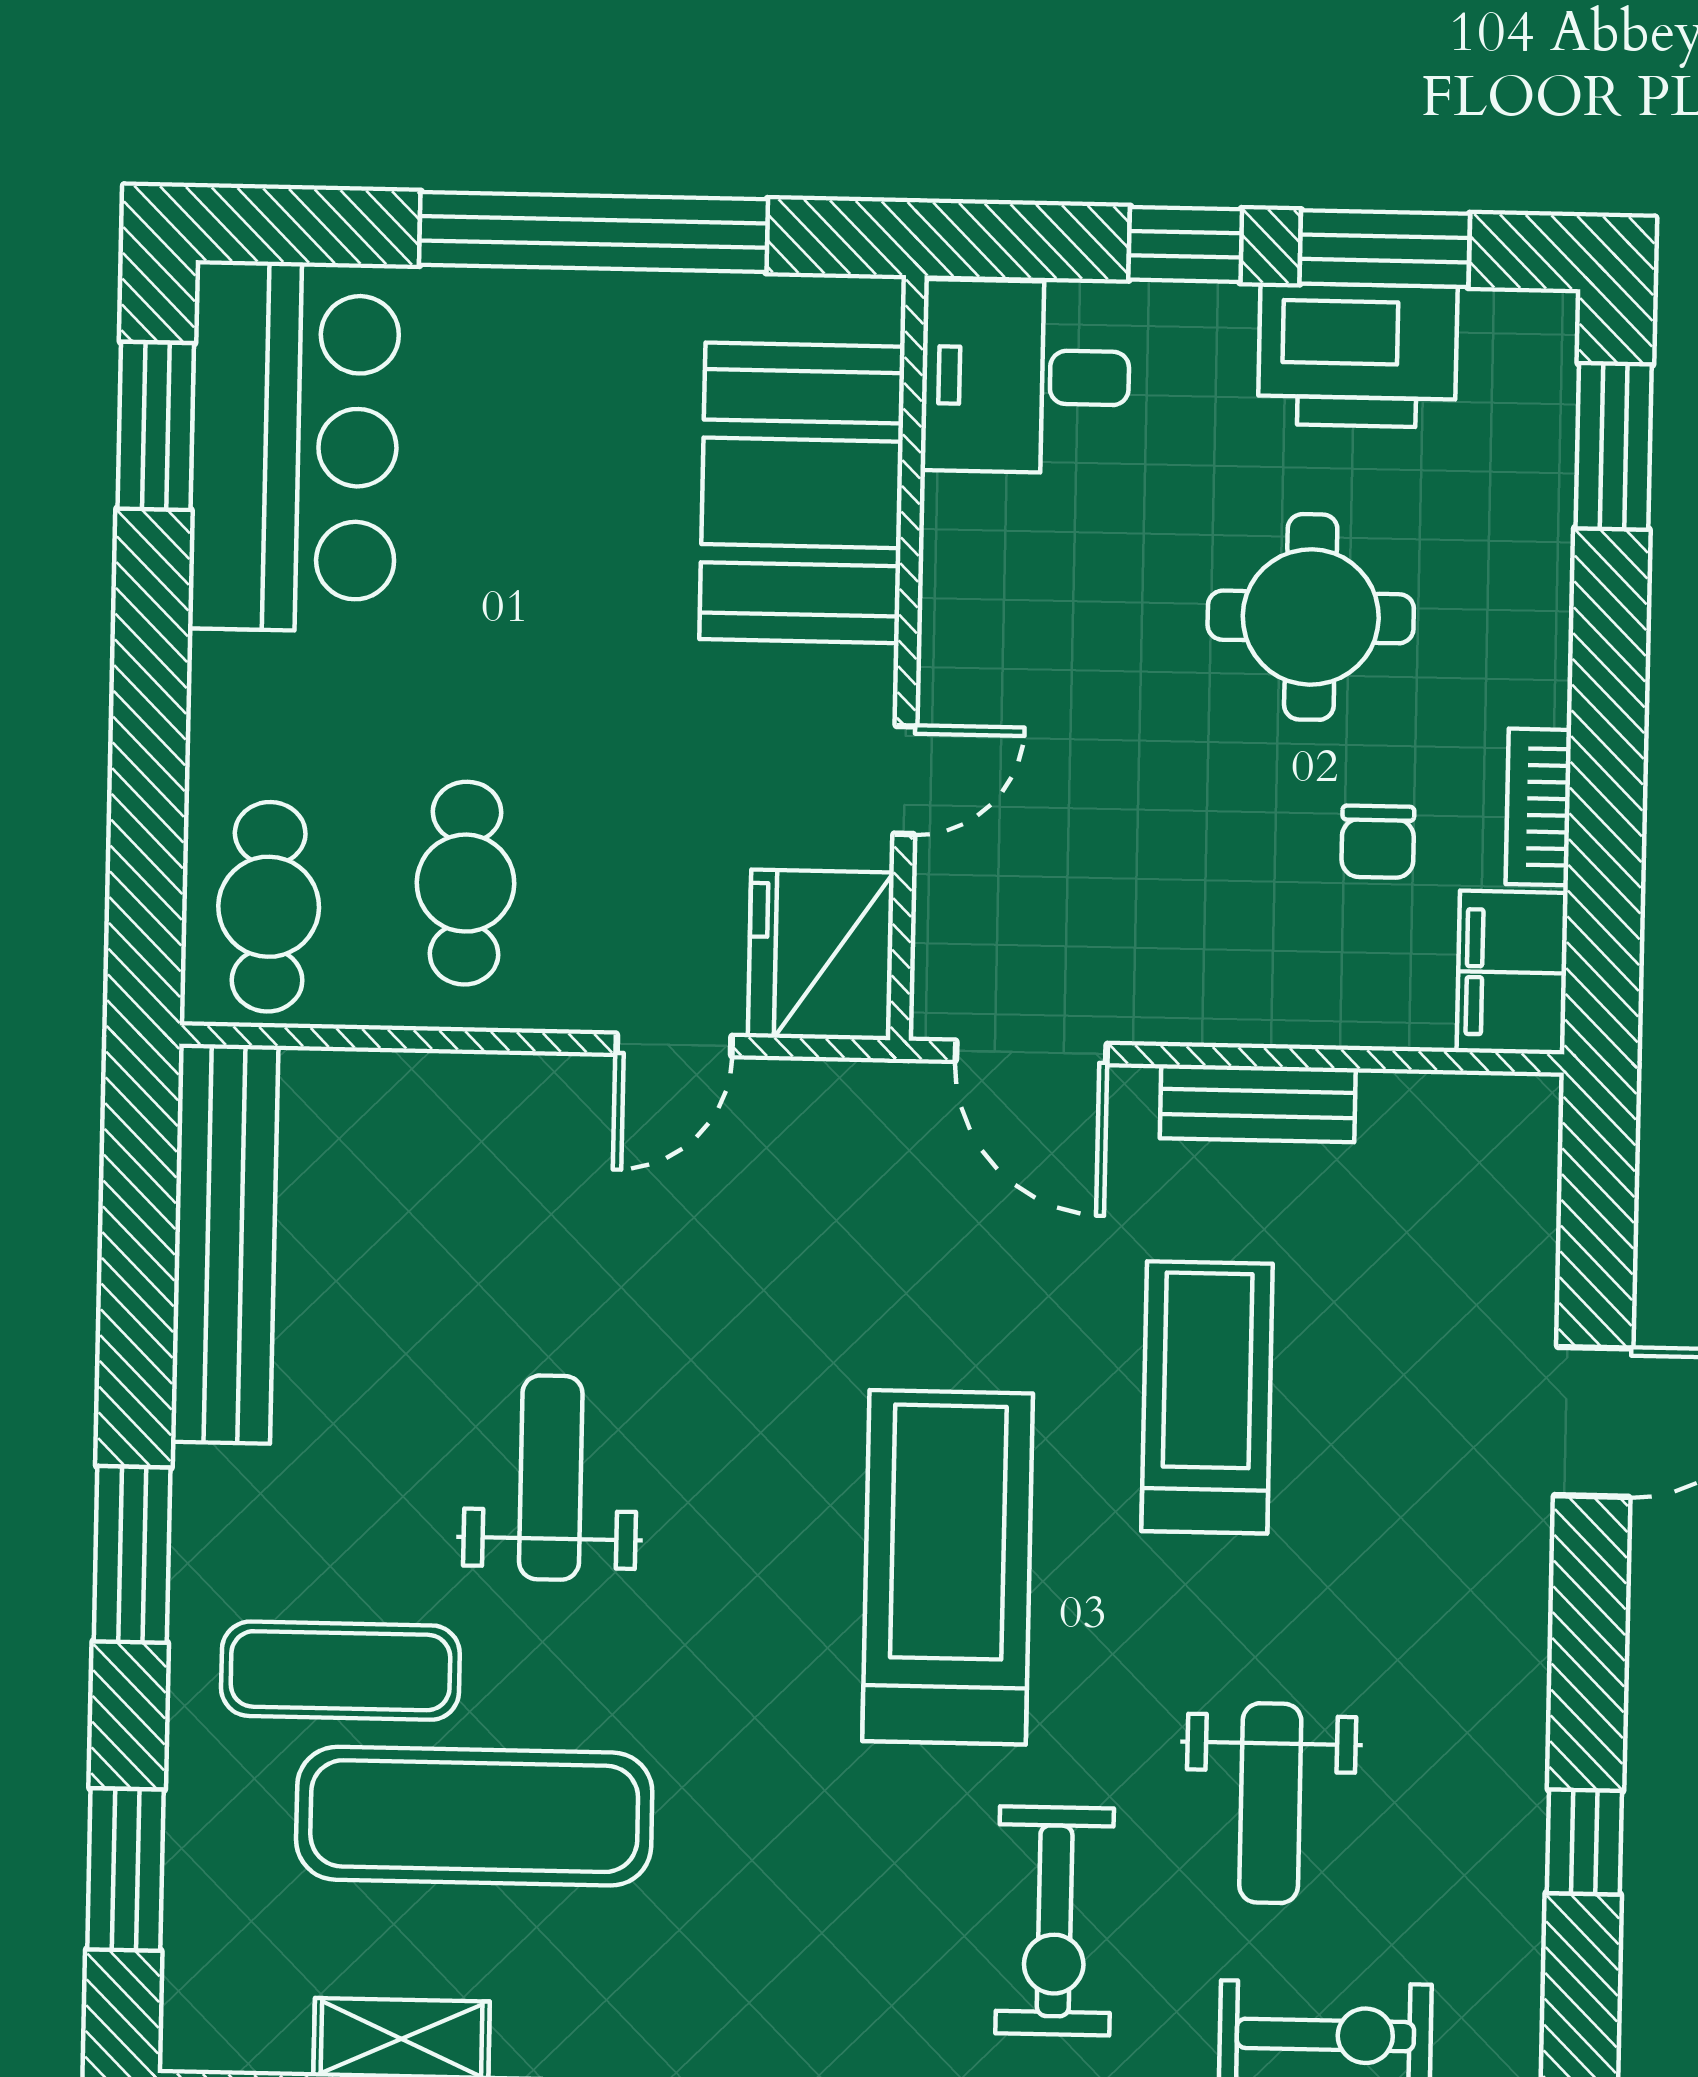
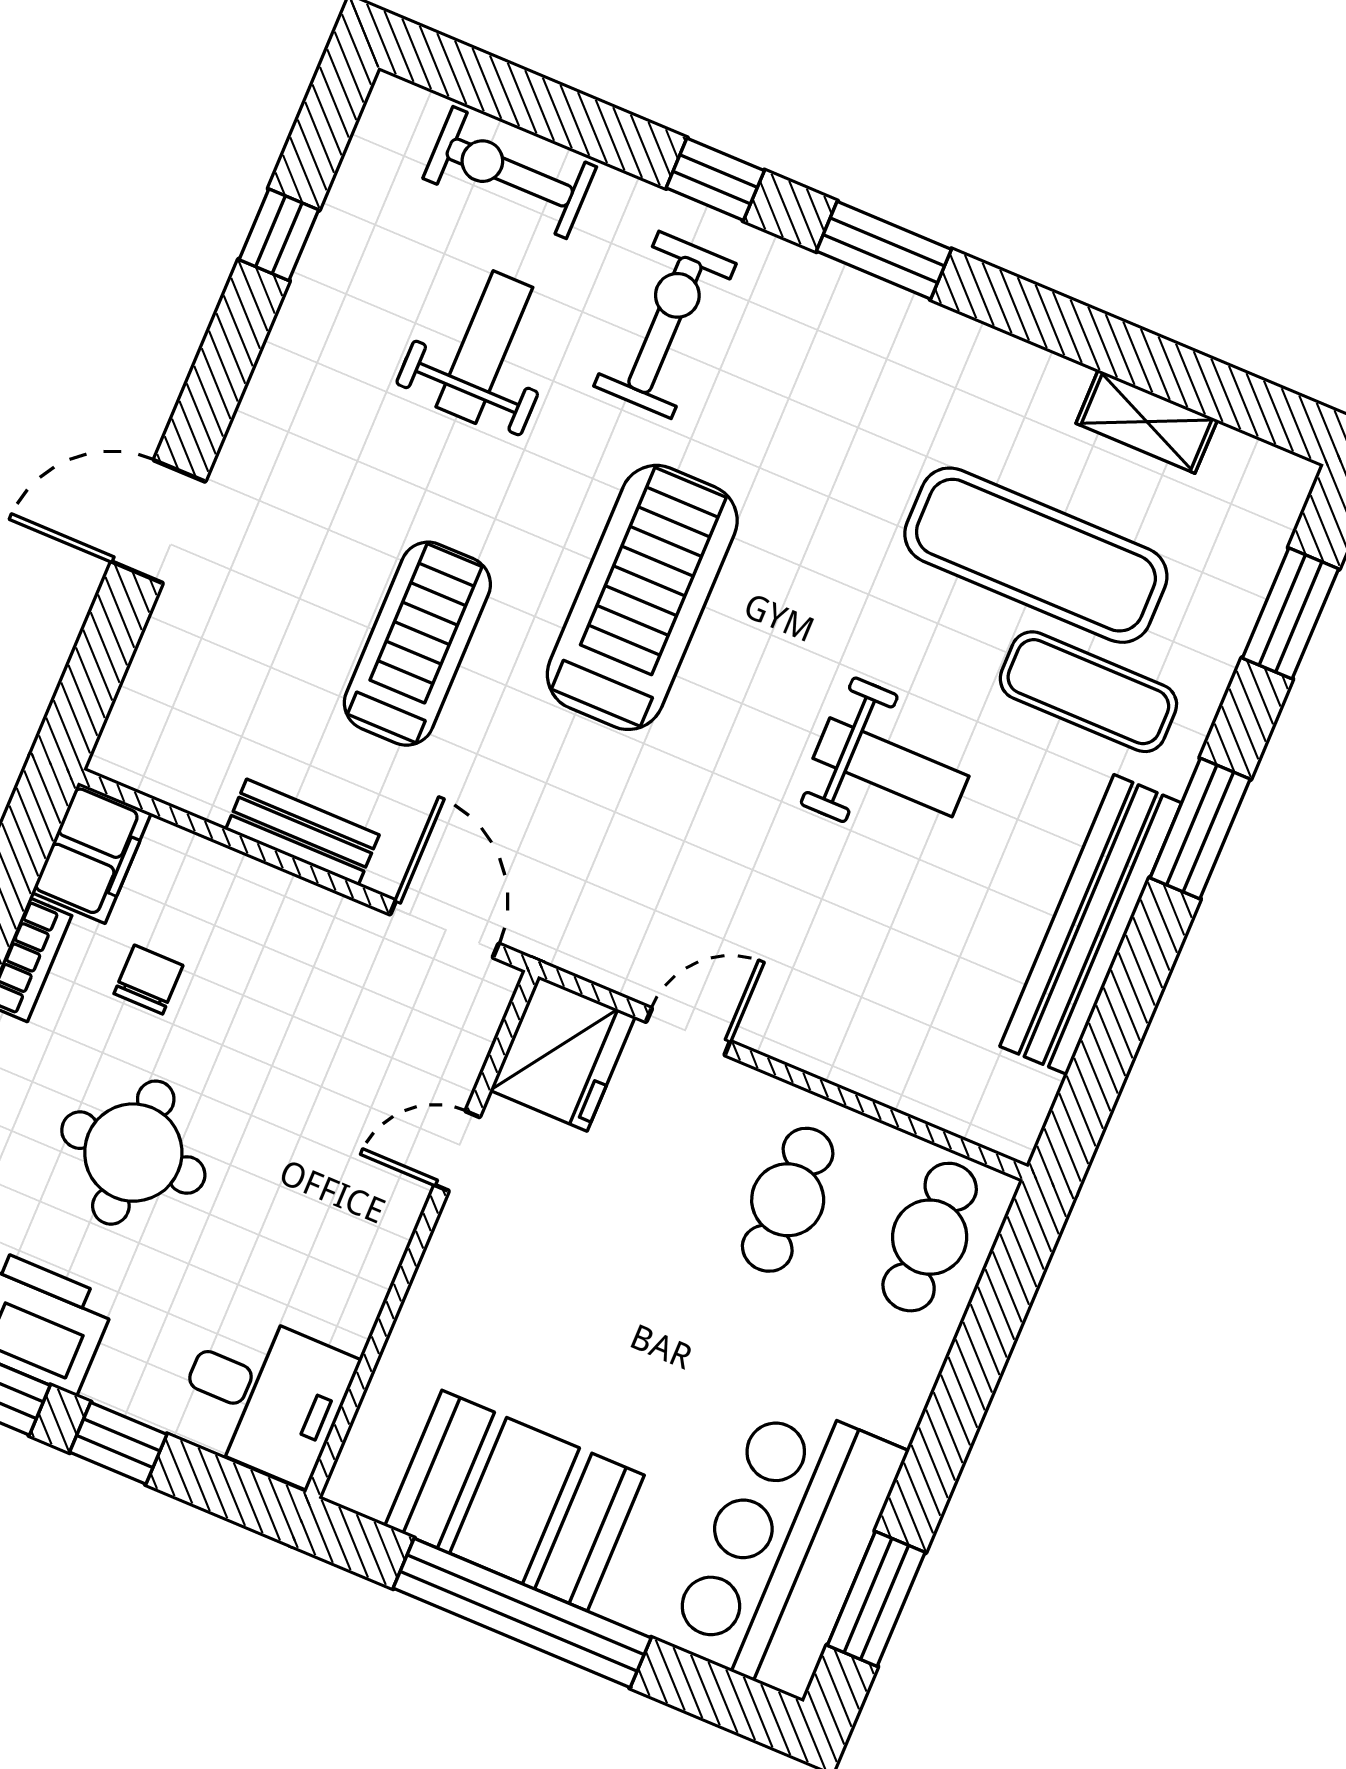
booth: (802, 493) -> (515, 1501), moved, turned 90
bench: (225, 1244) -> (1091, 925), moved
treadmill: (1207, 1397) -> (417, 644), turned 180
weight bench: (551, 1478) -> (891, 767), turned -90
treadmill: (948, 1567) -> (642, 597), turned 180

